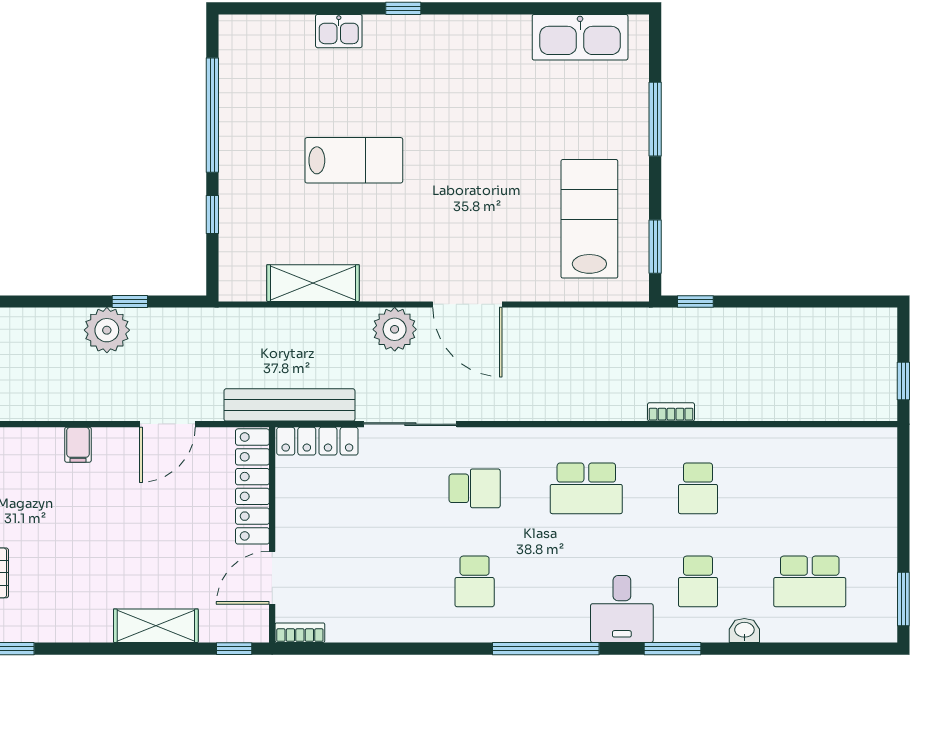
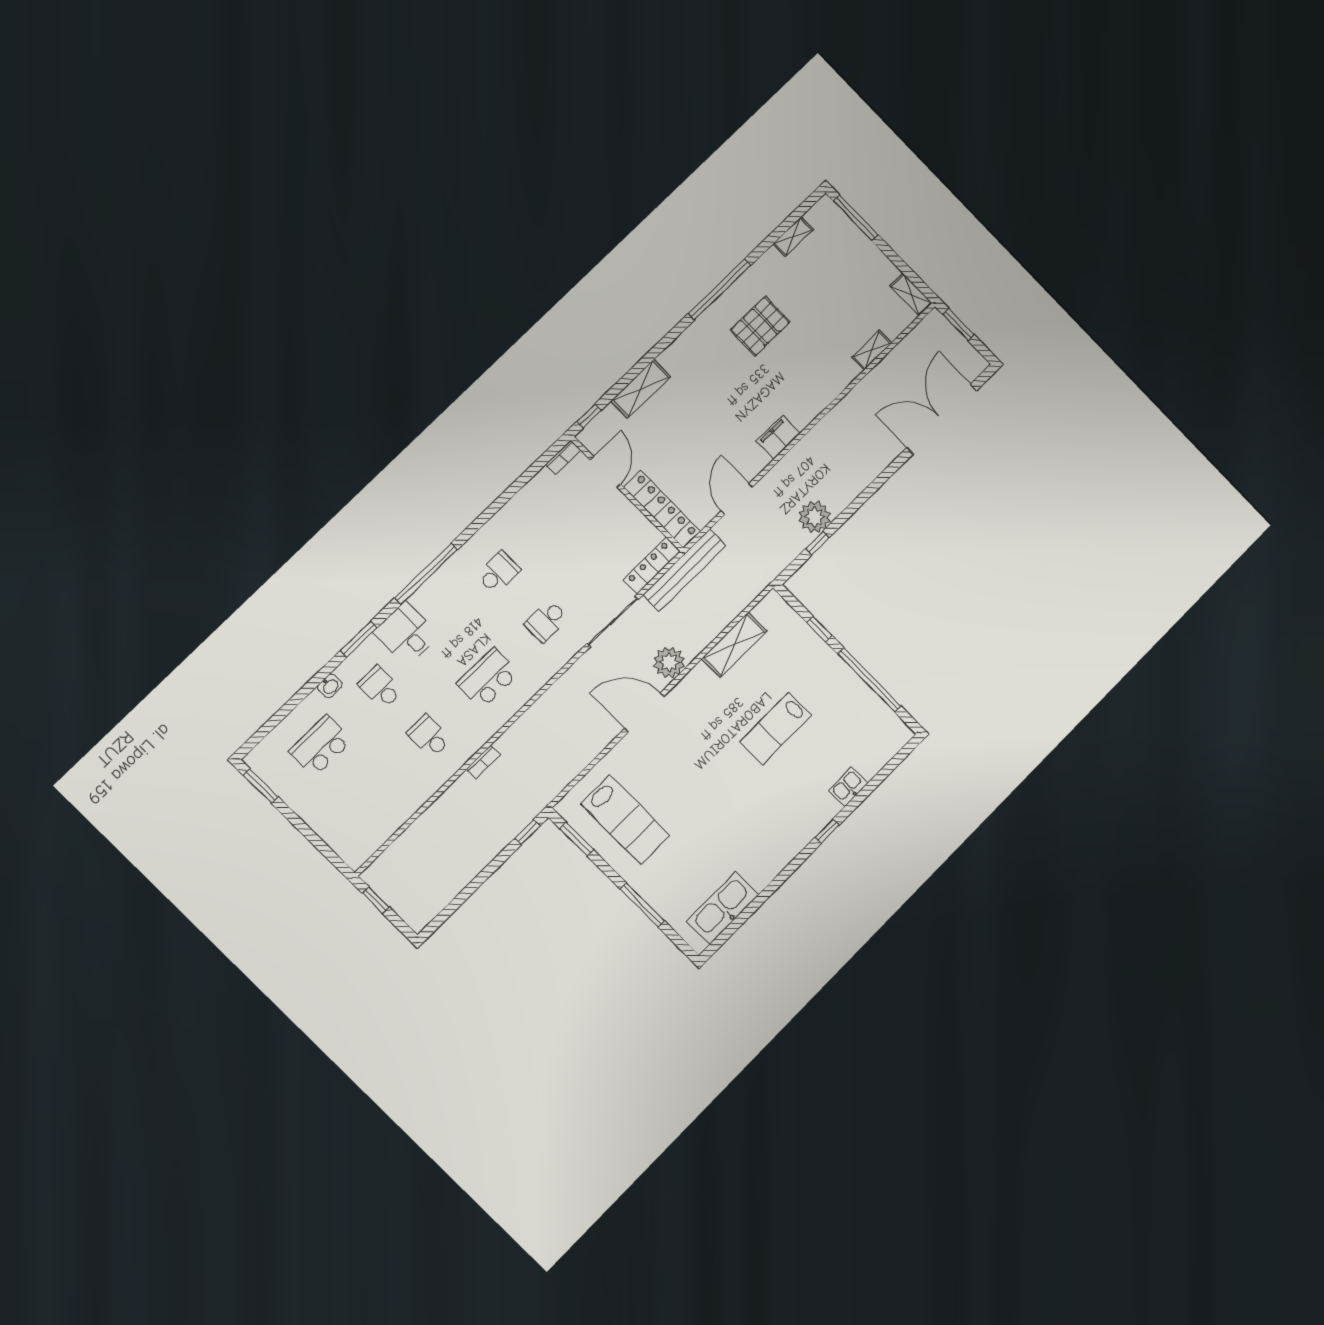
filing cabinet: (78, 445) -> (778, 437), width x2.00
school desk: (475, 581) -> (498, 572), turned 90

